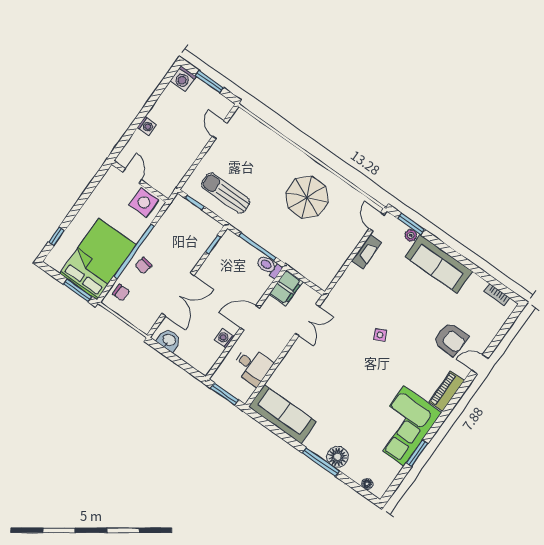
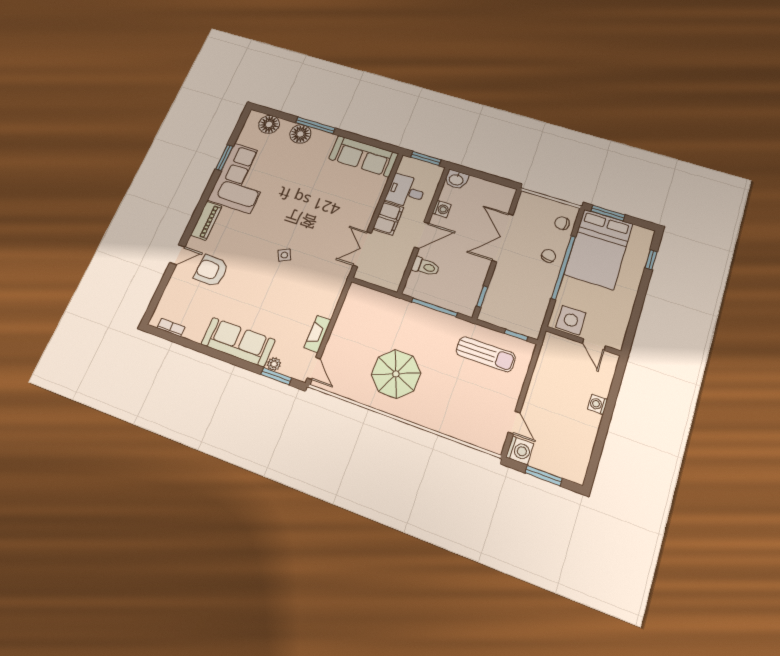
washing machine: (183, 79) -> (520, 450), moved, turned 90
toilet: (269, 266) -> (426, 267), moved
filing cabinet: (286, 288) -> (388, 218), moved, turned 180
washbasin: (169, 340) -> (456, 179), moved
floor lamp: (367, 484) -> (269, 124), width x1.89, depth x1.89

